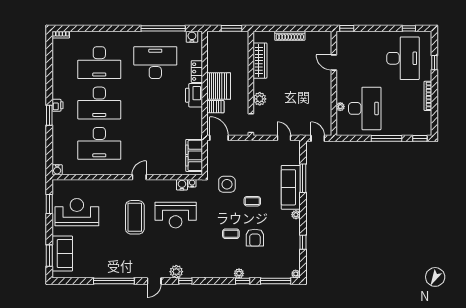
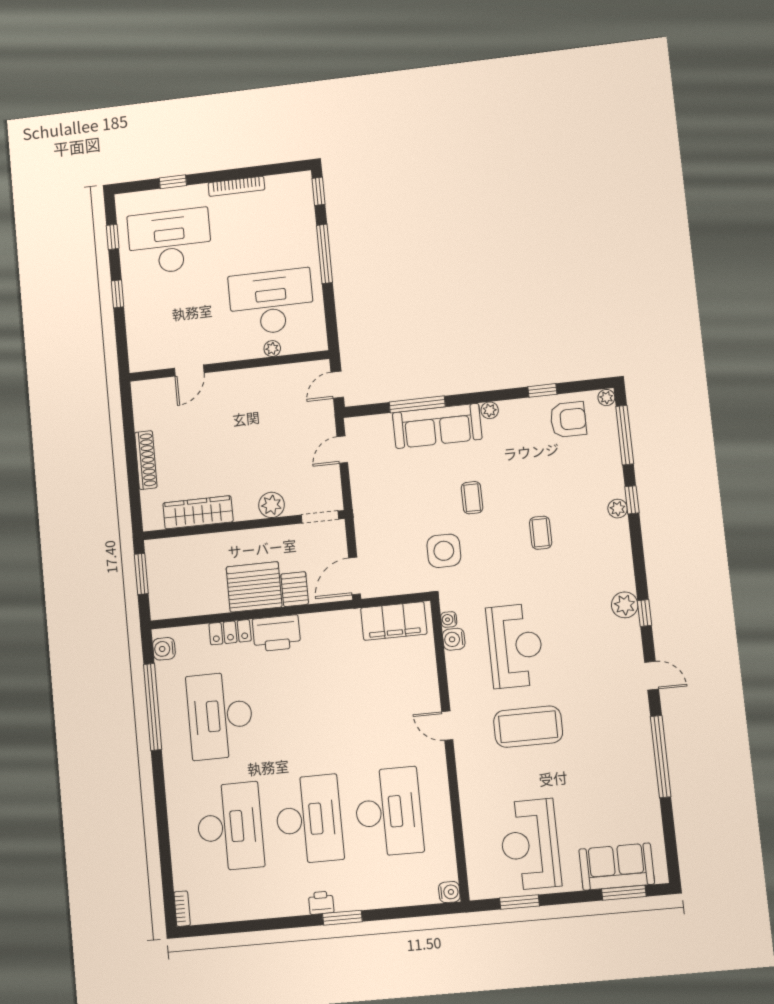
window: (347, 28) -> (117, 294), moved
armchair: (255, 238) -> (568, 420), moved
plant: (176, 272) -> (625, 605), moved

